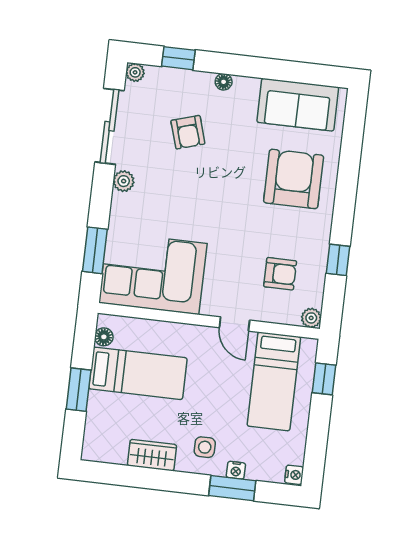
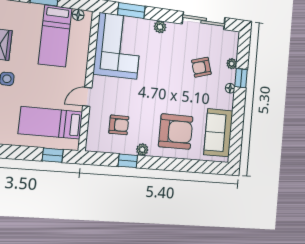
window: (178, 58) -> (241, 78), moved
plant: (135, 72) -> (232, 64), moved
plant: (124, 181) -> (160, 27), moved
armchair: (280, 274) -> (119, 125), turned -90
plant: (311, 318) -> (142, 150), moved

